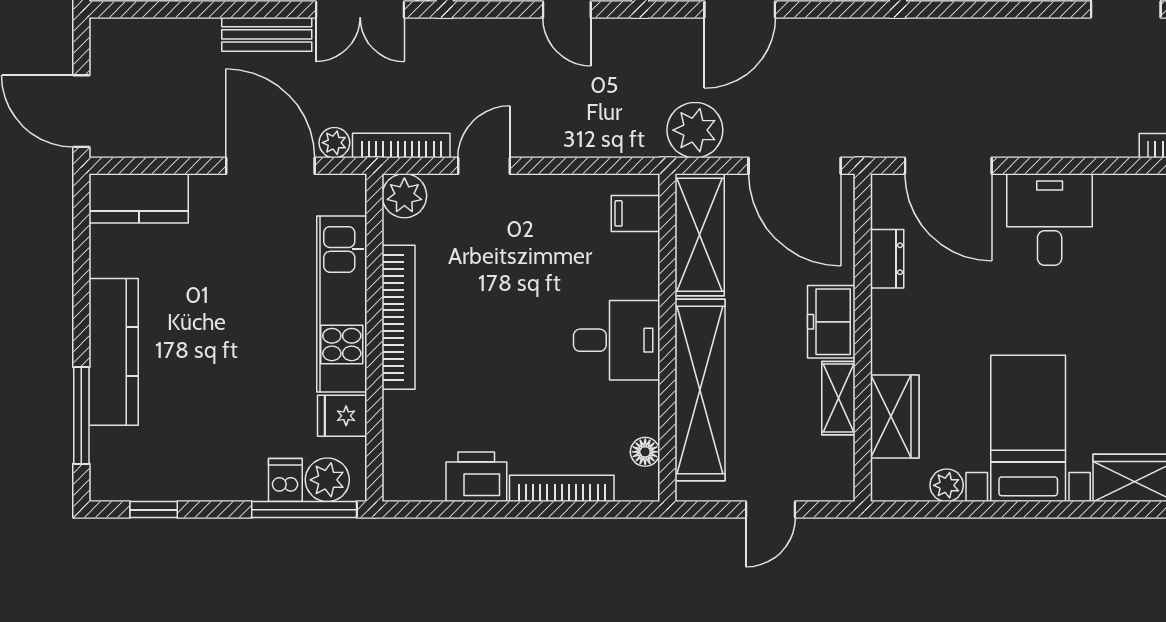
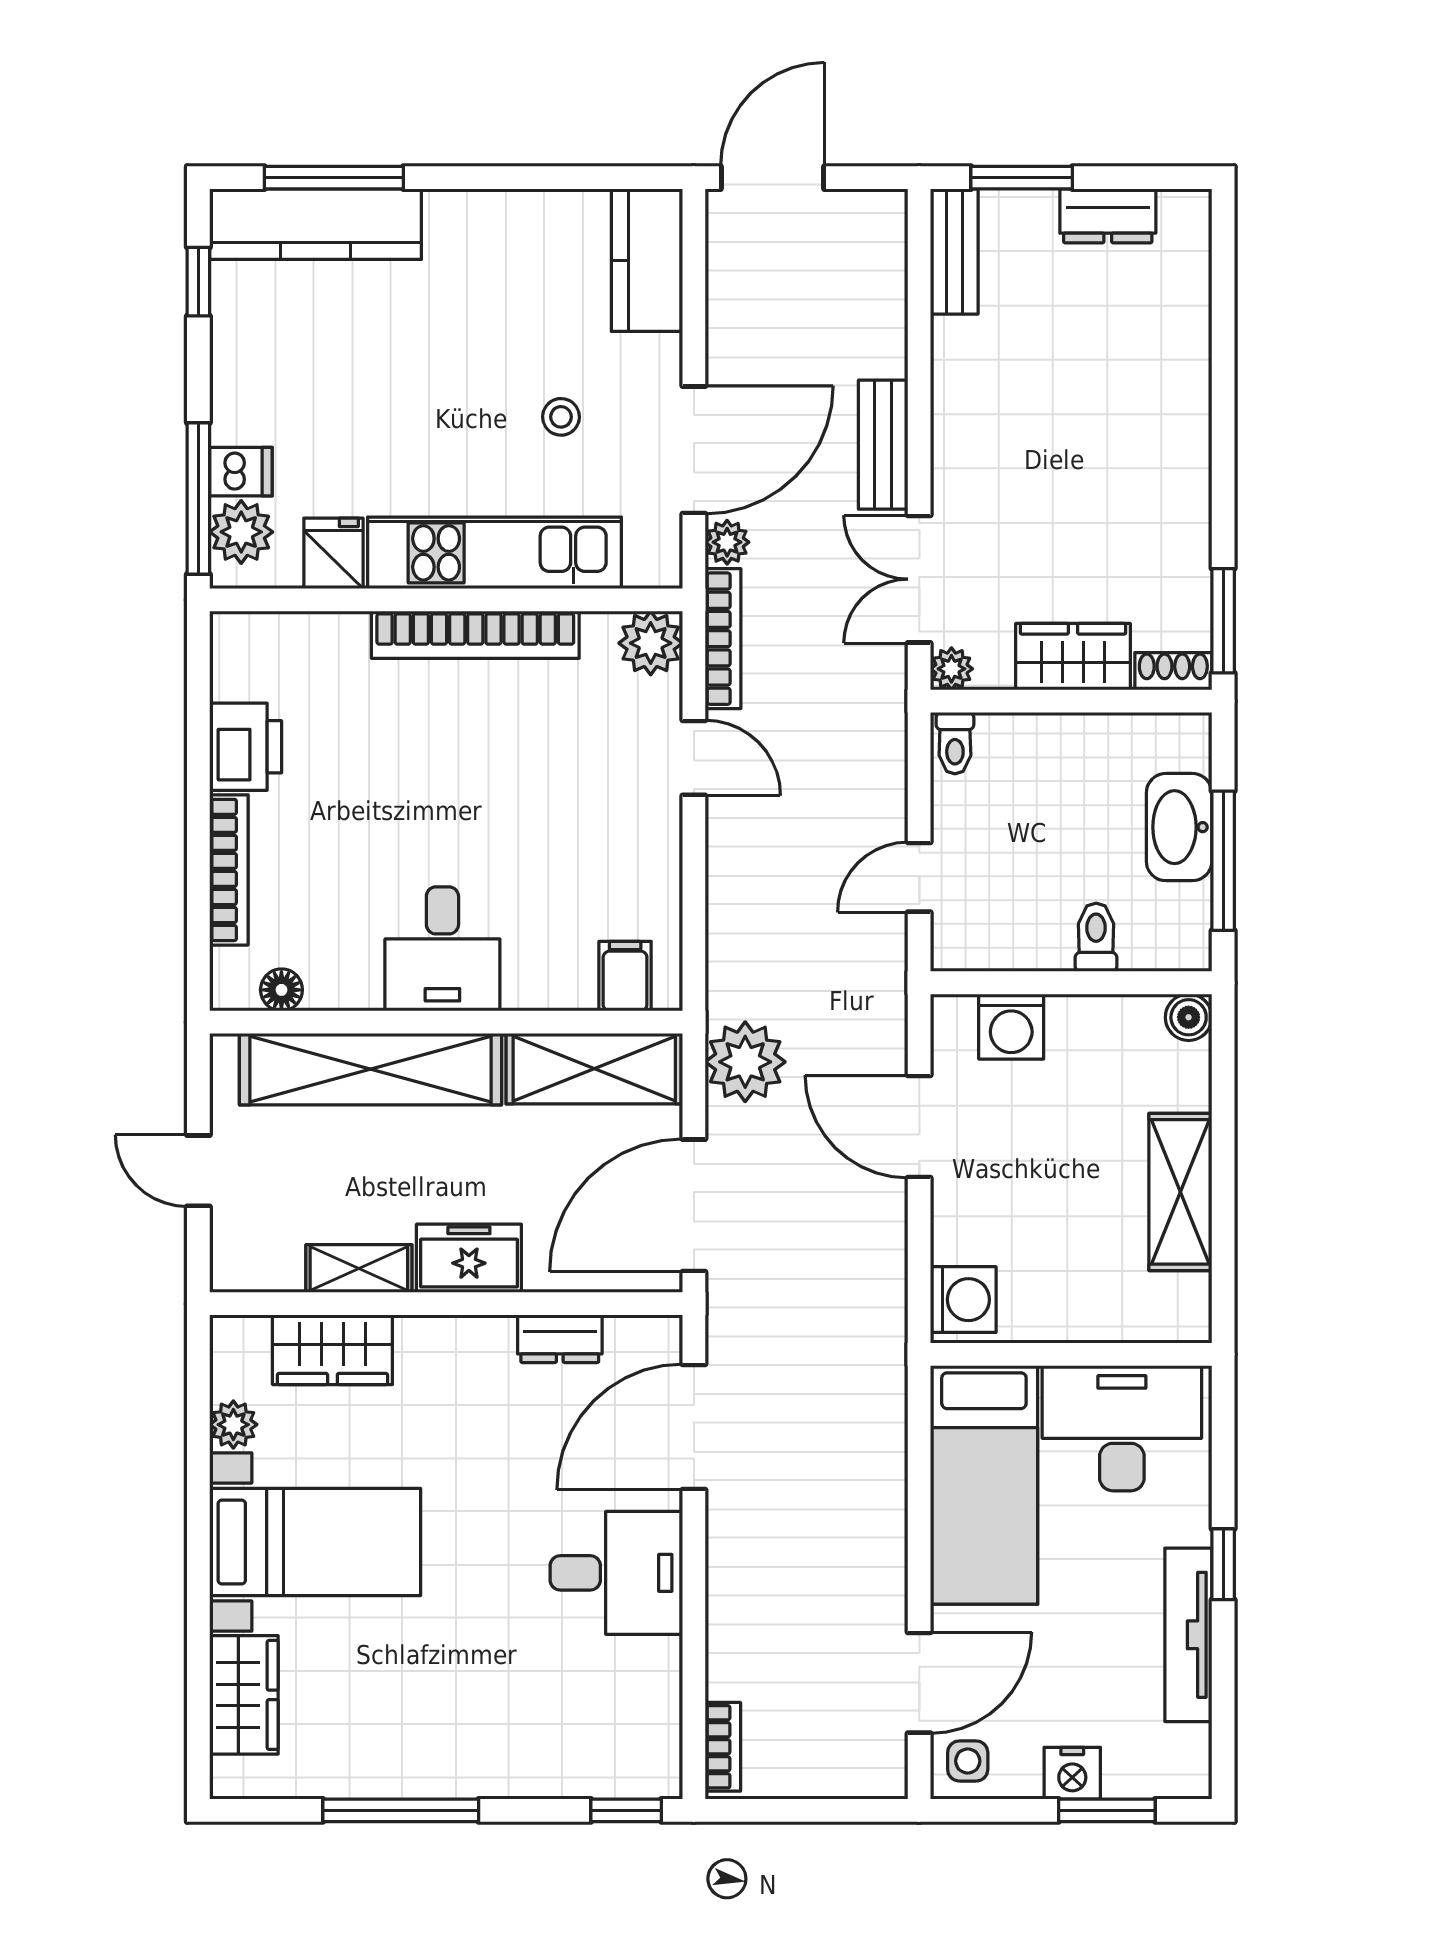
stool: (247, 258) -> (561, 417), added
kitchen counter: (114, 352) -> (315, 224), moved

